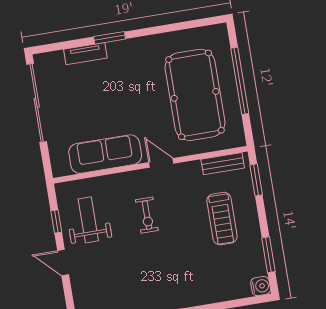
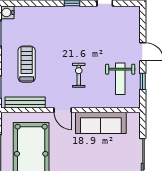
bench: (223, 164) -> (25, 102), width x1.36

